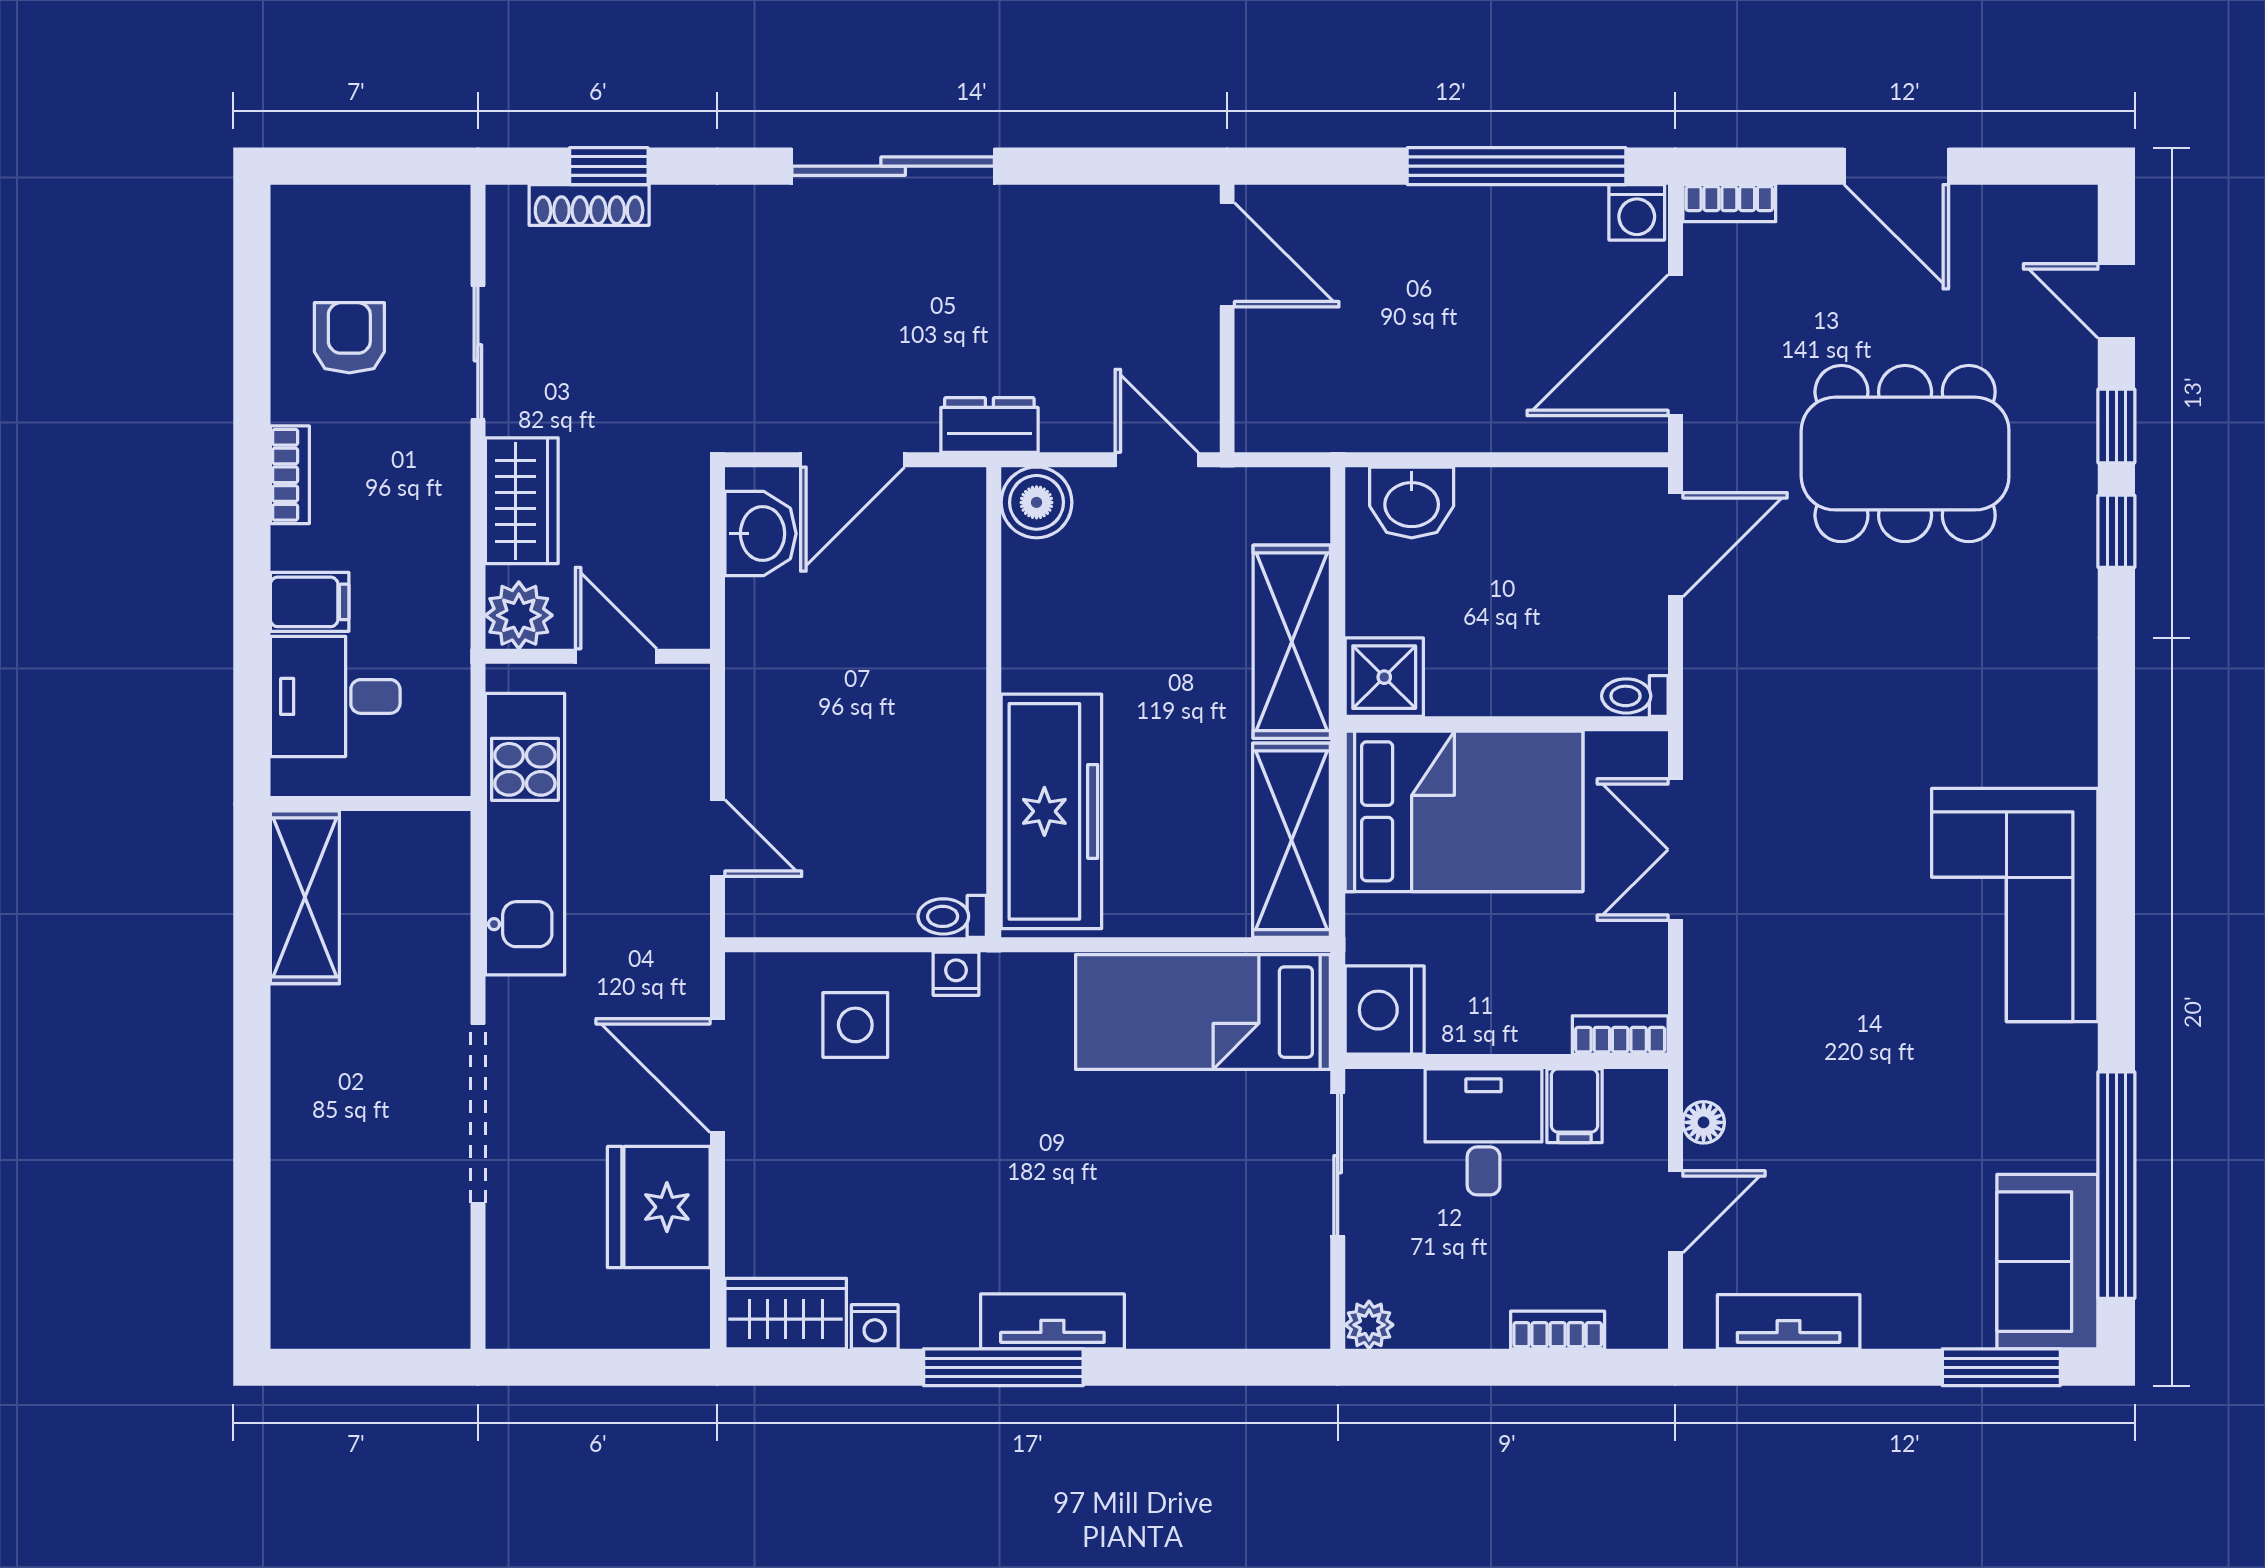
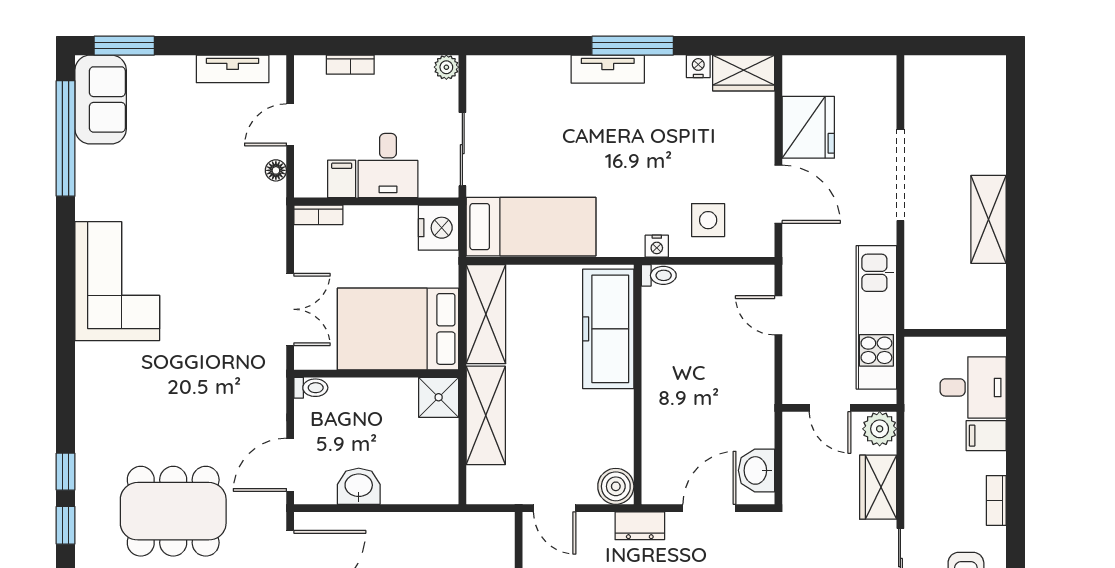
washbasin: (1412, 502) -> (359, 486), moved
shelving: (305, 897) -> (989, 219), moved

